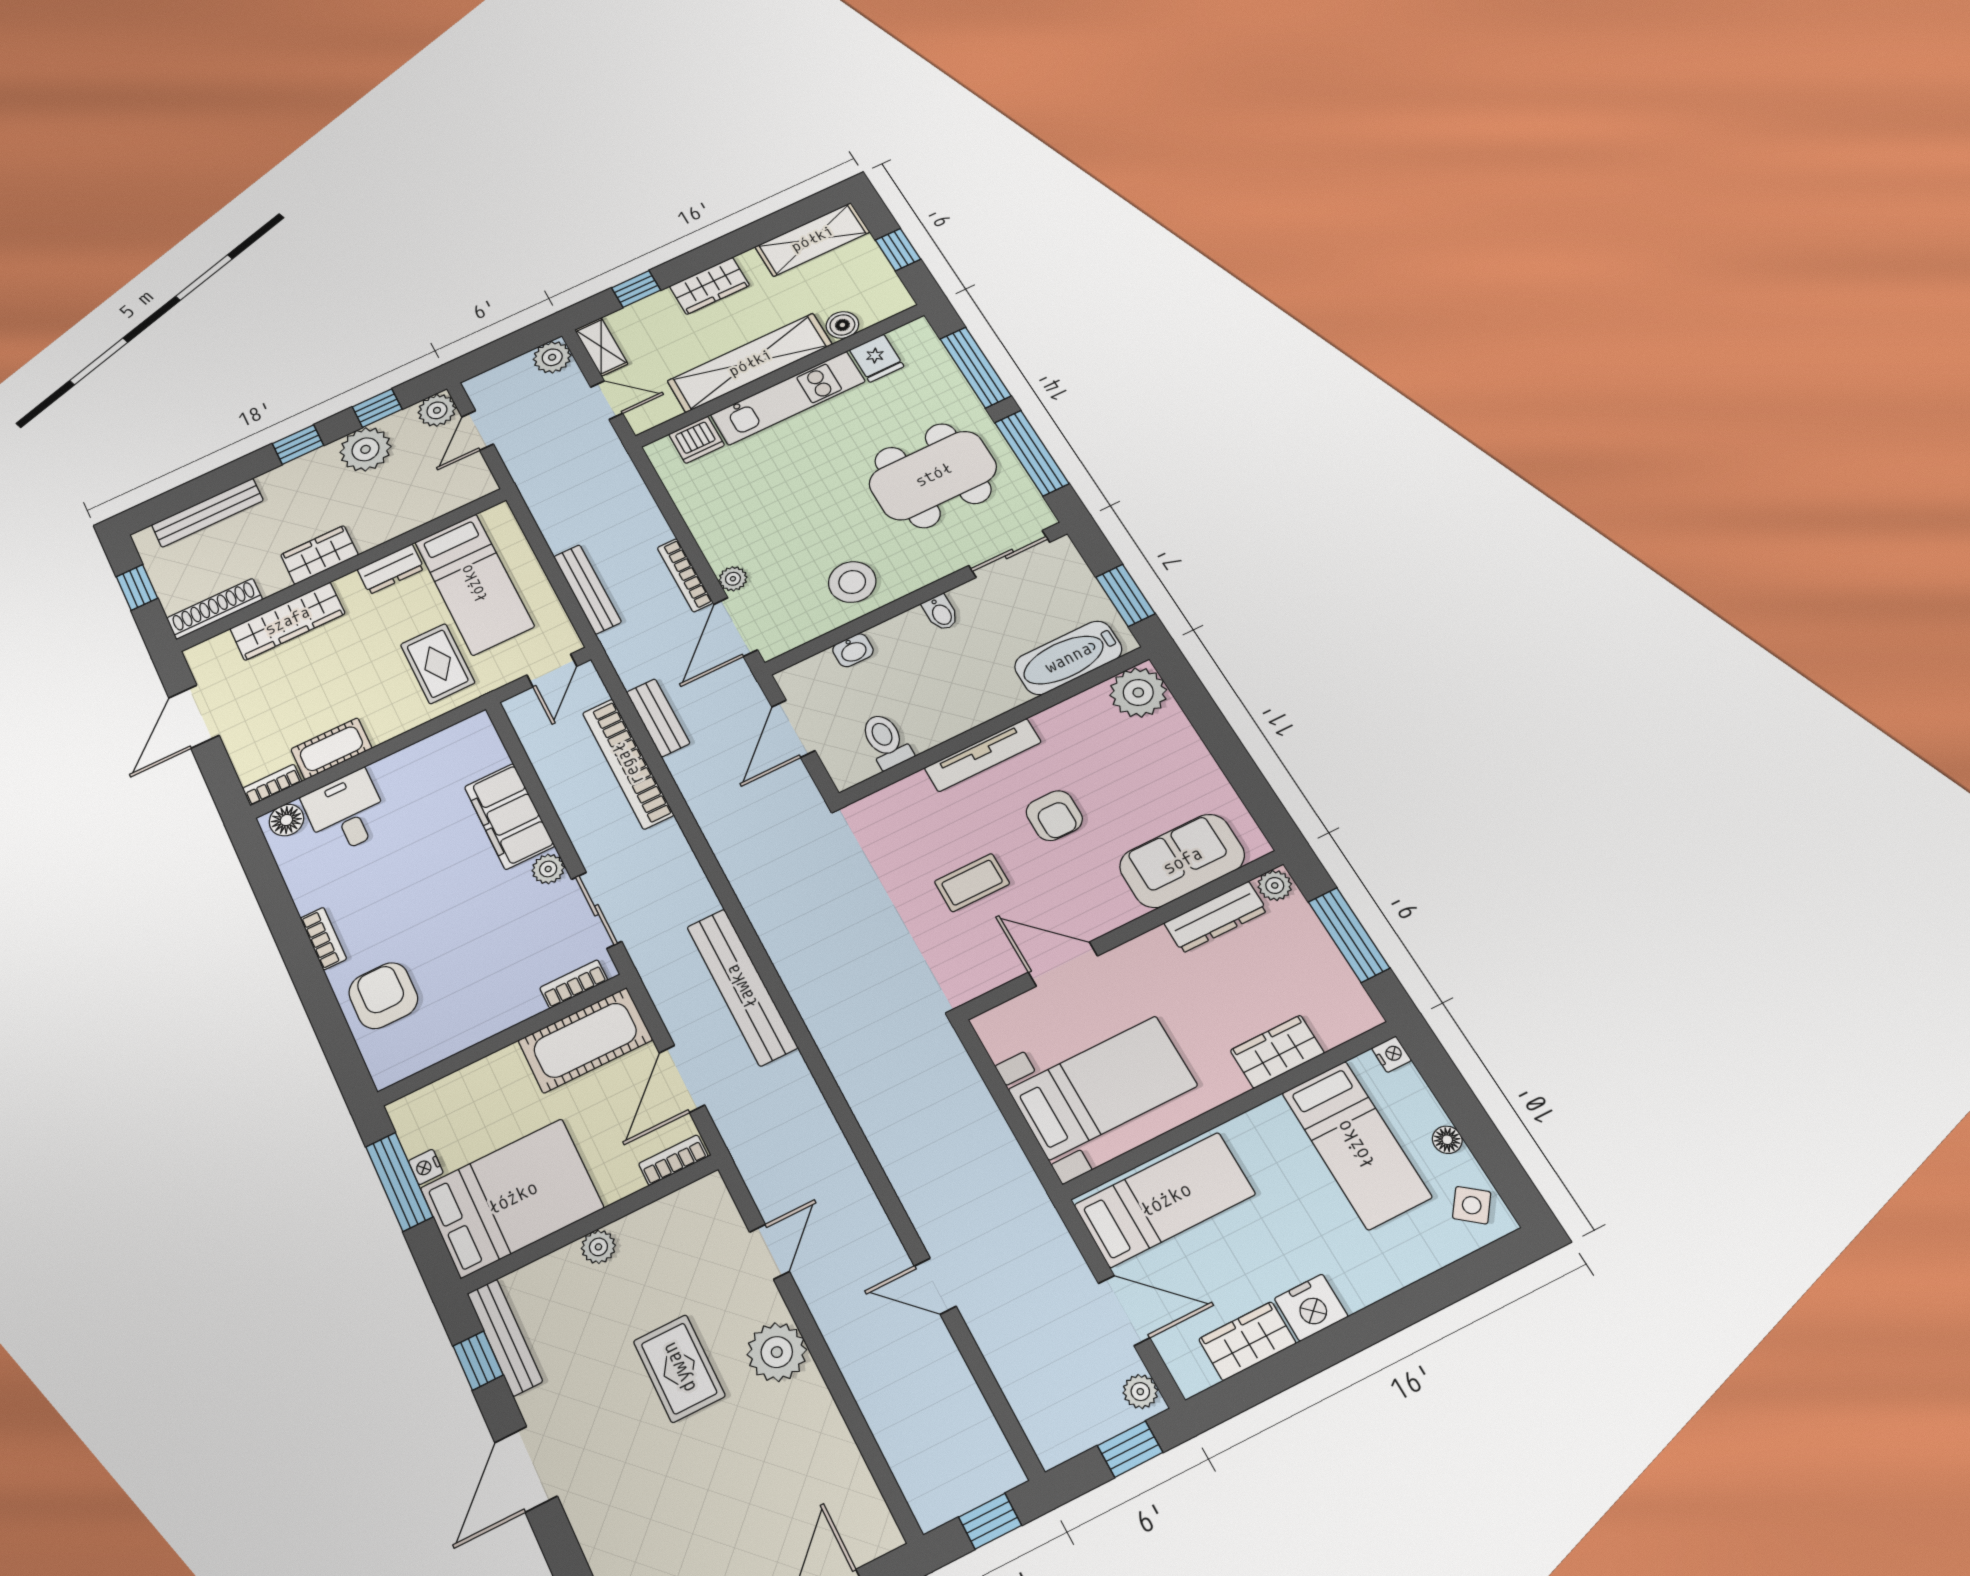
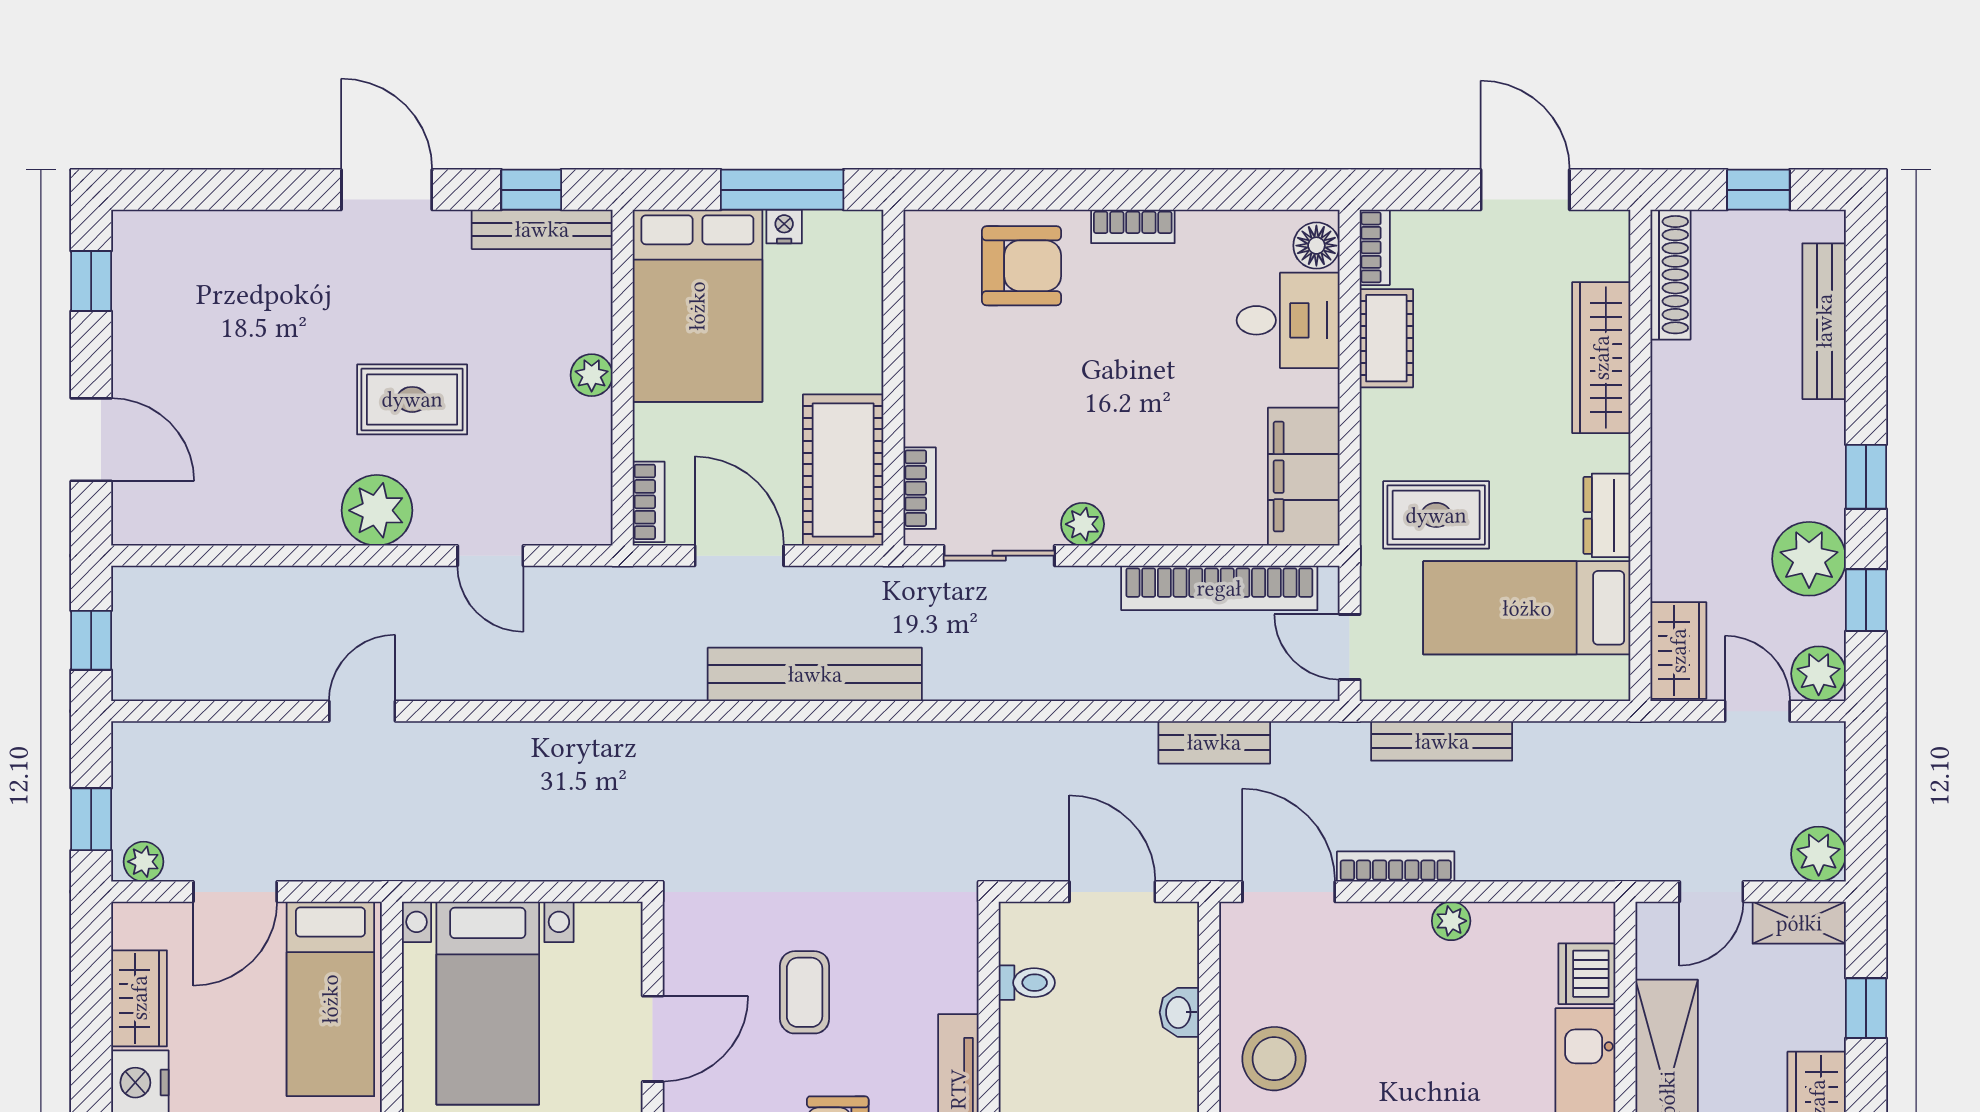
wardrobe: (319, 555) -> (1678, 651), moved
plant: (733, 579) -> (1451, 921), moved
toilet: (886, 741) -> (1027, 983), width x0.73, depth x0.72
bookcase: (628, 764) -> (1219, 588), moved, turned 180
filing cabinet: (509, 816) -> (1304, 477), moved, turned -90

